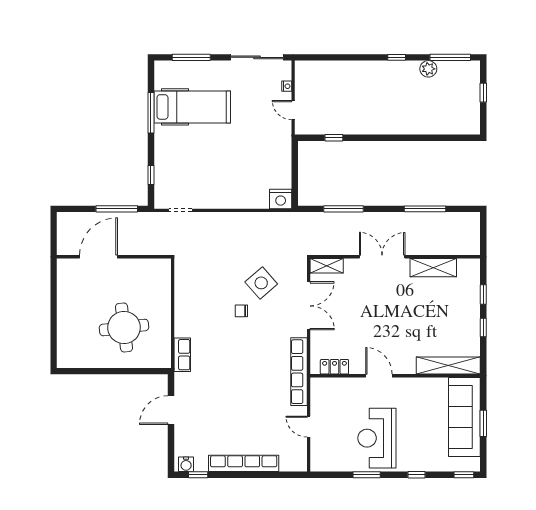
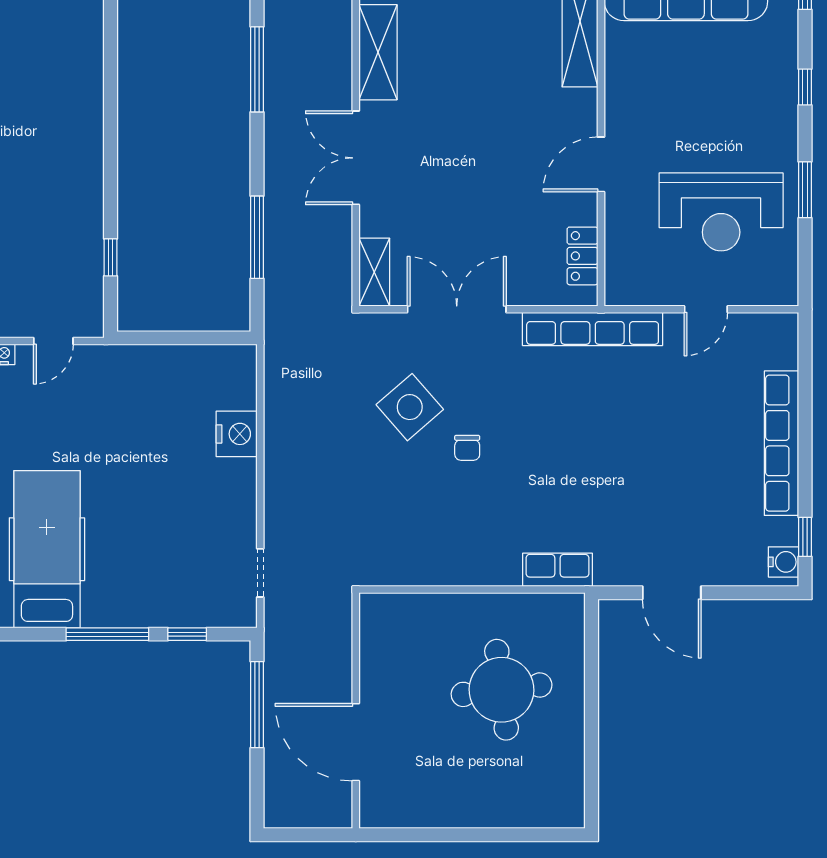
window: (151, 113) -> (107, 634), moved
nightstand: (281, 199) -> (237, 434), moved
reception desk: (377, 438) -> (721, 212), moved

